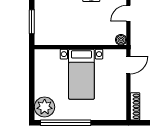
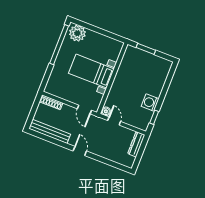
door: (128, 13) -> (114, 121), moved

